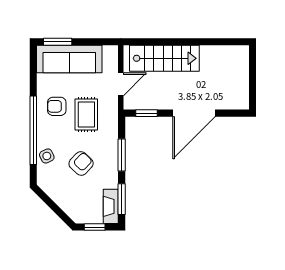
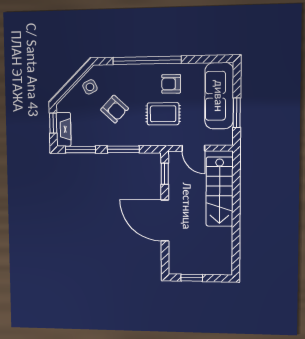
window: (58, 42) -> (237, 113), moved
window: (253, 86) -> (192, 278), added
armchair: (57, 106) -> (171, 84), turned -90
side table: (47, 156) -> (90, 87), moved
fireplace: (111, 206) -> (64, 129), moved, turned 90

